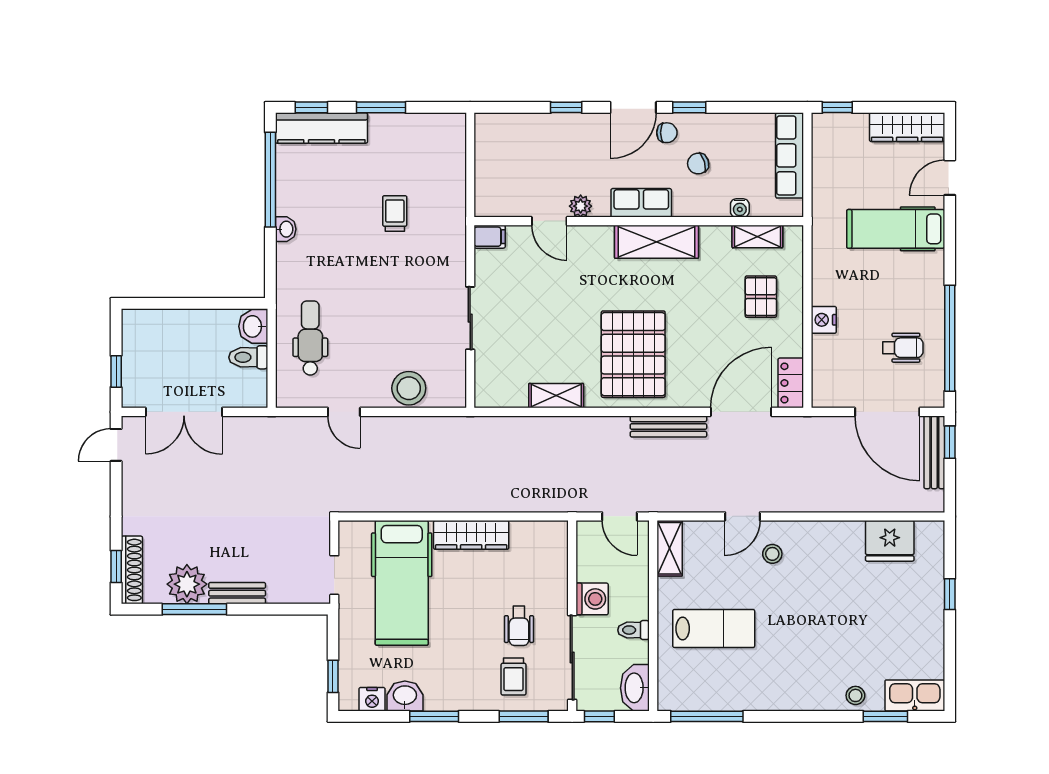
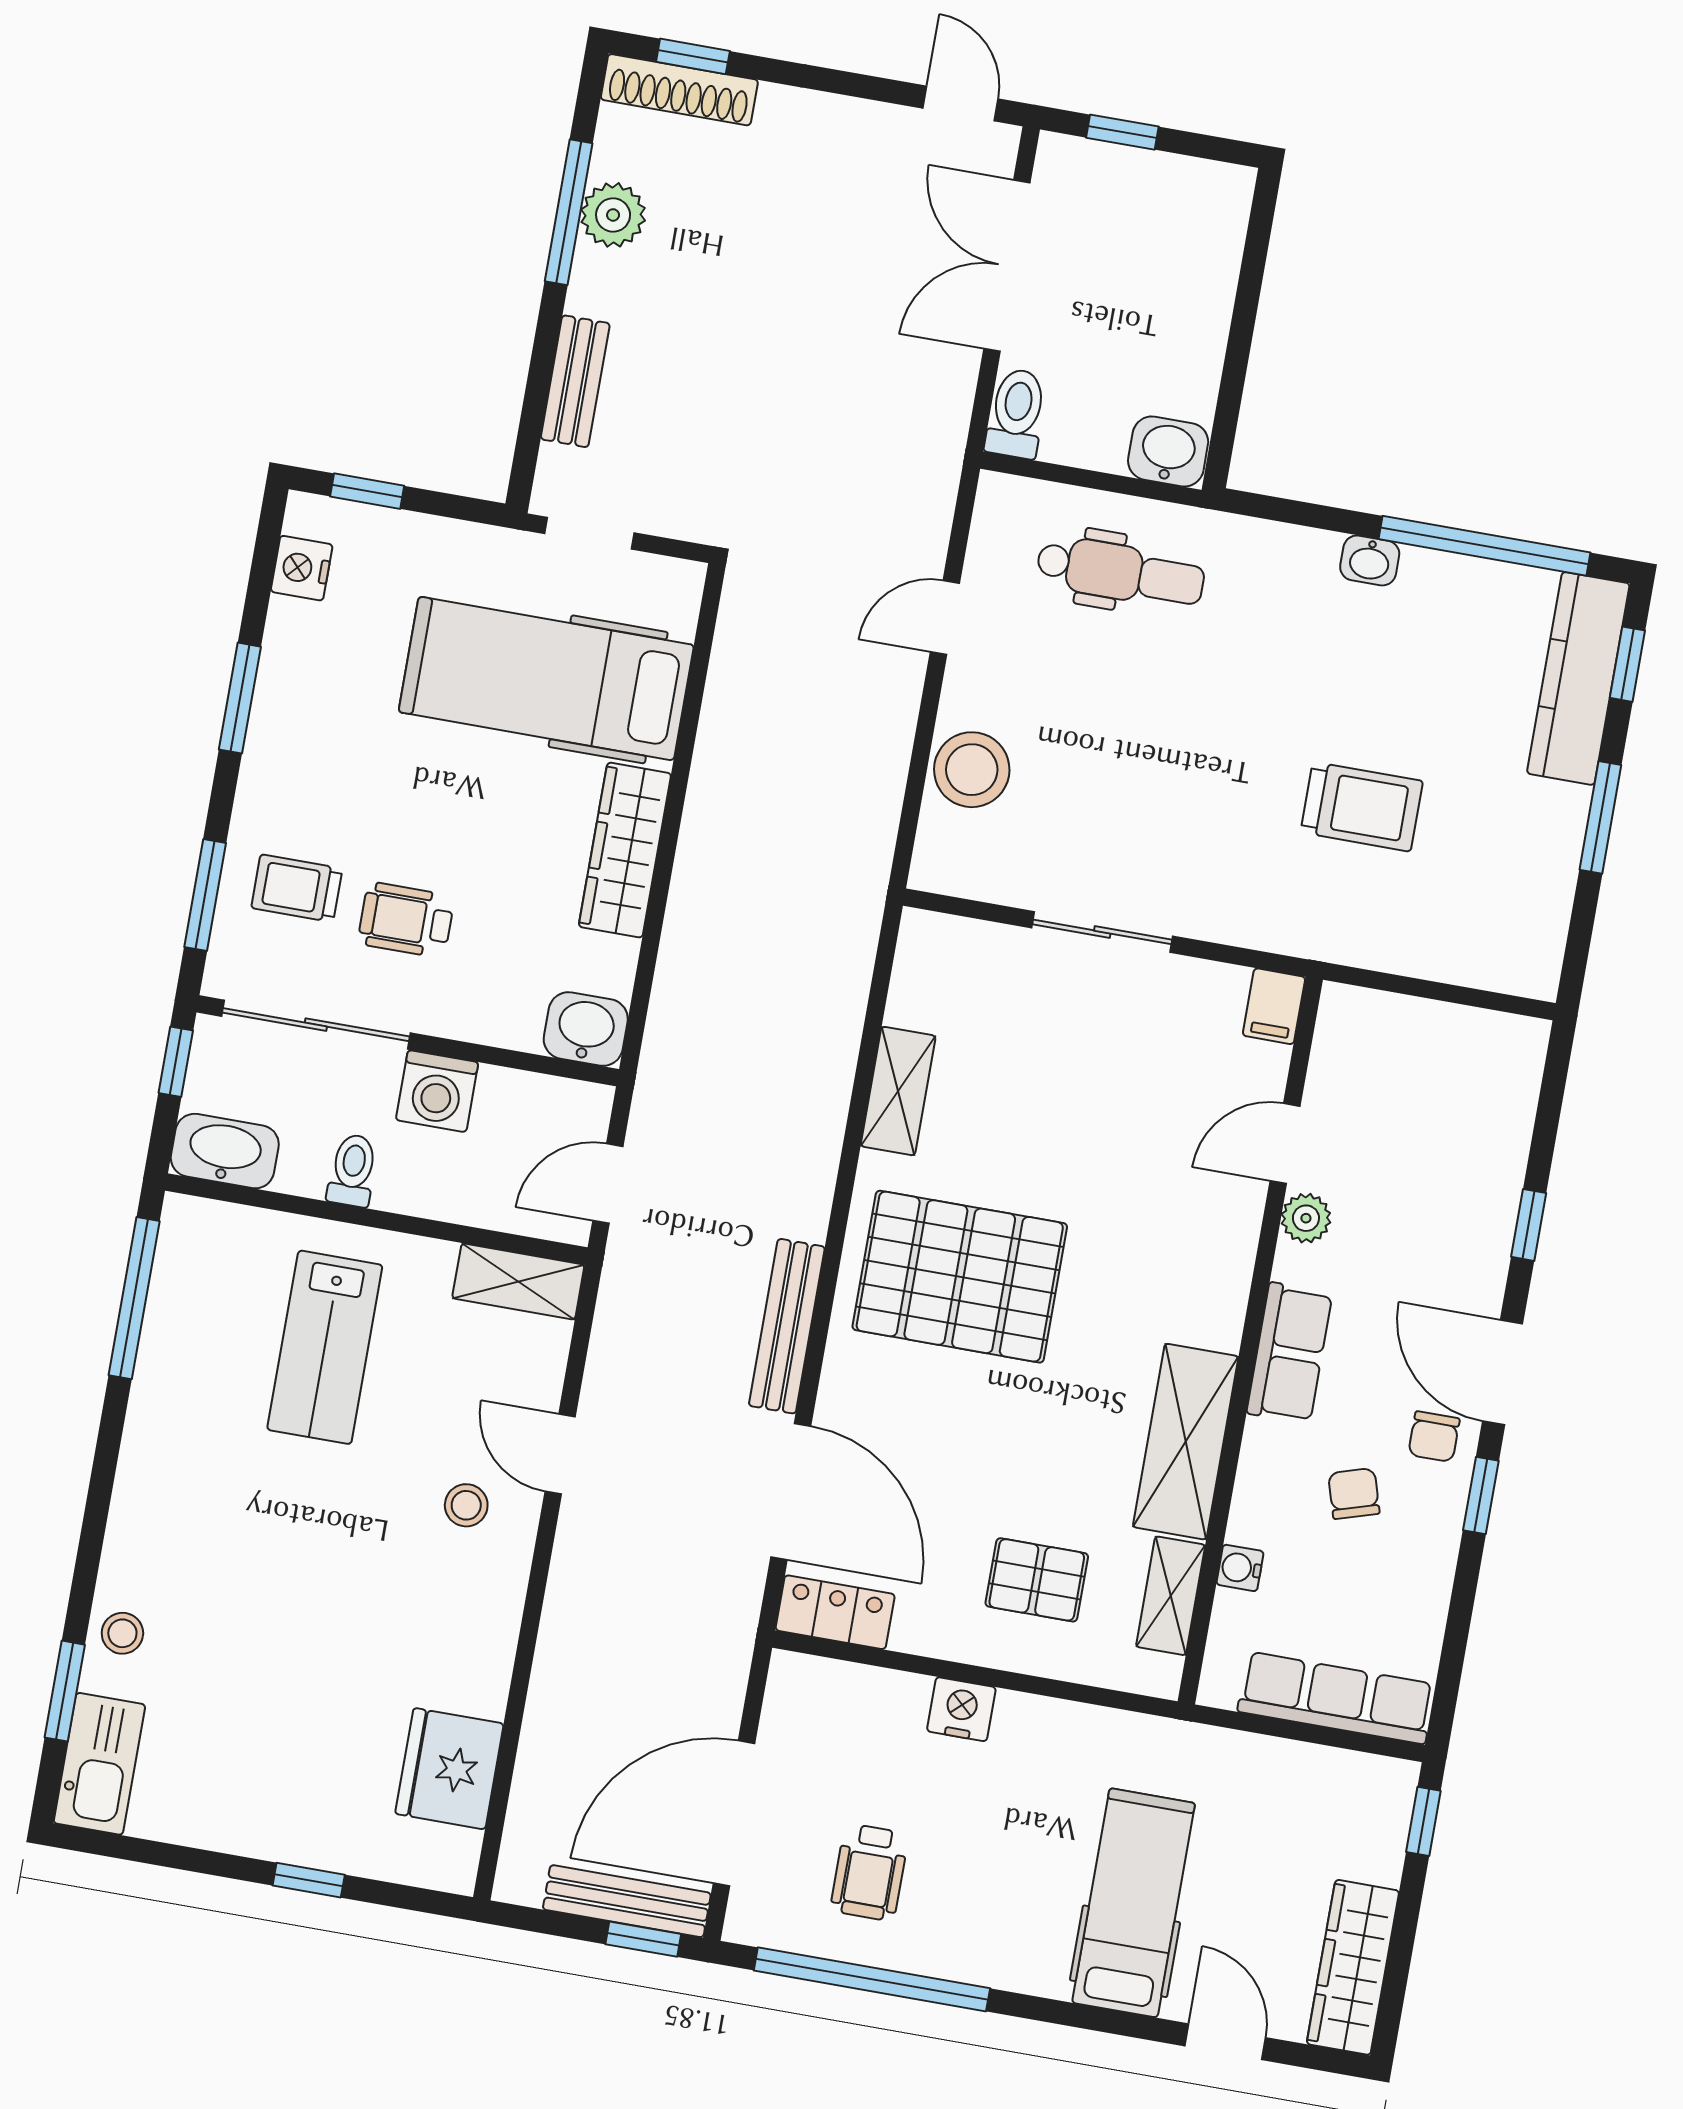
trolley: (395, 213) -> (1362, 807), width x1.36, depth x1.39
shelving: (656, 242) -> (1186, 1442), moved
toilet: (248, 357) -> (1016, 413), moved
plant: (187, 584) -> (613, 215), width x0.73, depth x0.73
bench: (237, 593) -> (575, 381), moved
washbasin: (405, 696) -> (586, 1029), moved, turned -90

